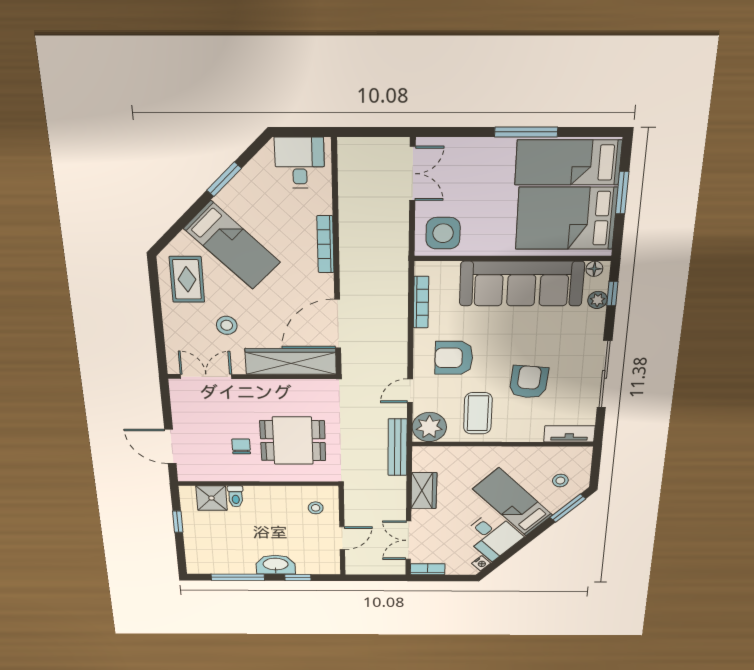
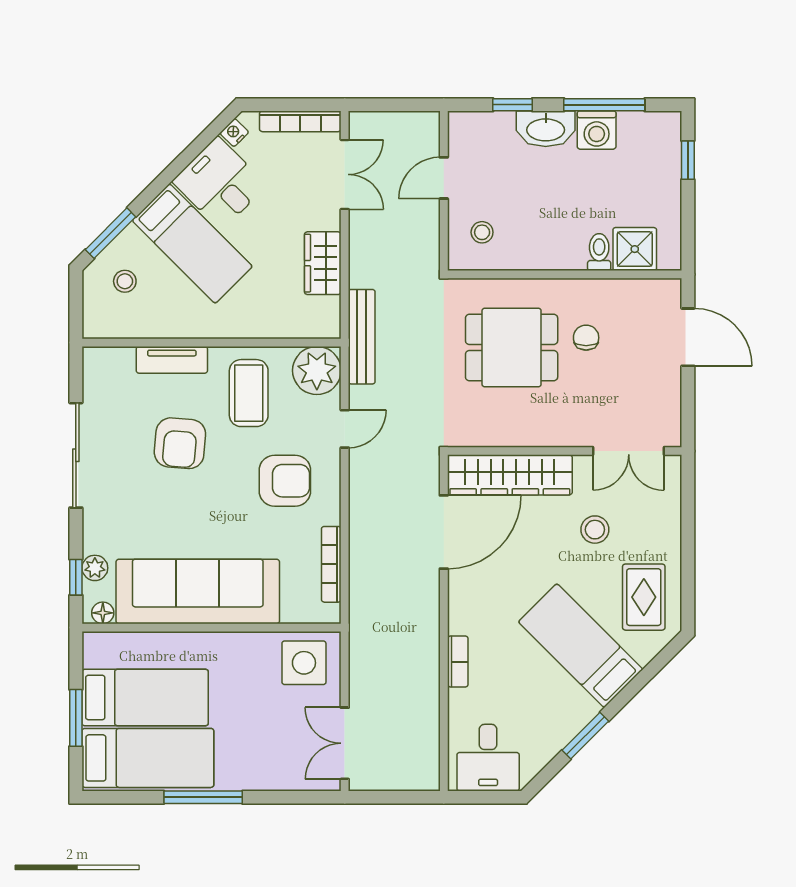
bed: (566, 218) -> (145, 697), width x0.67
bookcase: (325, 244) -> (458, 662), width x0.64
tv unit: (569, 434) -> (172, 360), moved
chair: (241, 446) -> (586, 338), turned 180
window: (178, 522) -> (688, 160), moved
washing machine: (242, 564) -> (597, 130), added
bookcase: (428, 569) -> (300, 121), width x1.56

